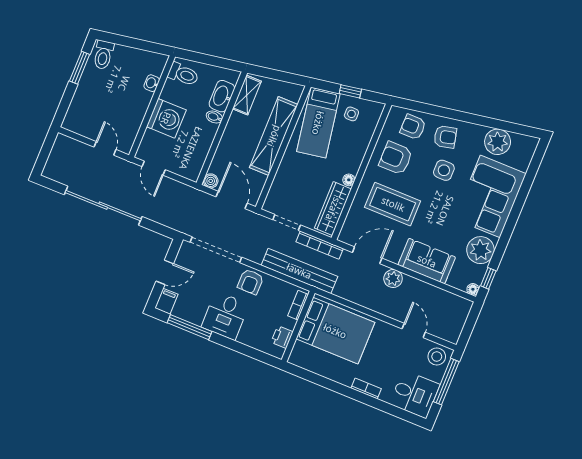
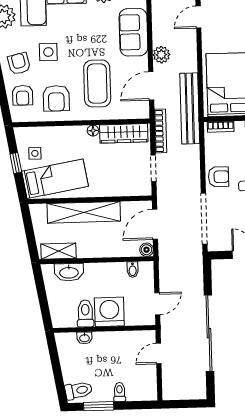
toilet: (183, 74) -> (85, 313), moved
toilet: (84, 94) -> (120, 392), added
bidet: (214, 117) -> (133, 270), moved
door: (367, 255) -> (151, 86), hinge flipped
bench: (299, 271) -> (190, 108), moved

